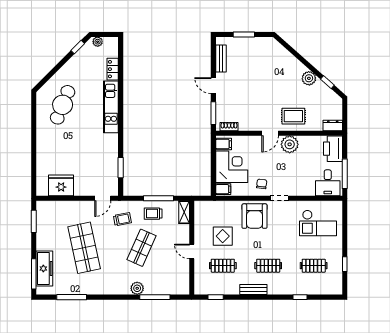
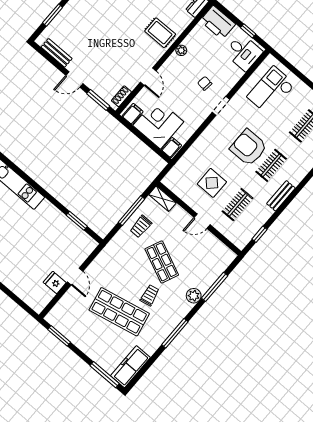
rug: (293, 116) -> (160, 33), turned 90
door: (270, 133) -> (148, 77), moved
plant: (290, 144) -> (181, 50), width x0.53, depth x0.53
window: (345, 174) -> (248, 31), width x0.46
chair: (262, 184) -> (205, 83), moved
fridge: (61, 185) -> (55, 282), width x0.53, depth x0.75
door: (103, 198) -> (75, 277), moved
armchair: (255, 216) -> (249, 148), moved, turned 180
trolley: (122, 219) -> (150, 295), moved
checkout: (318, 223) -> (271, 91), turned 180
freezer: (44, 268) -> (130, 367), moved, turned -90
window: (72, 297) -> (175, 333), moved

